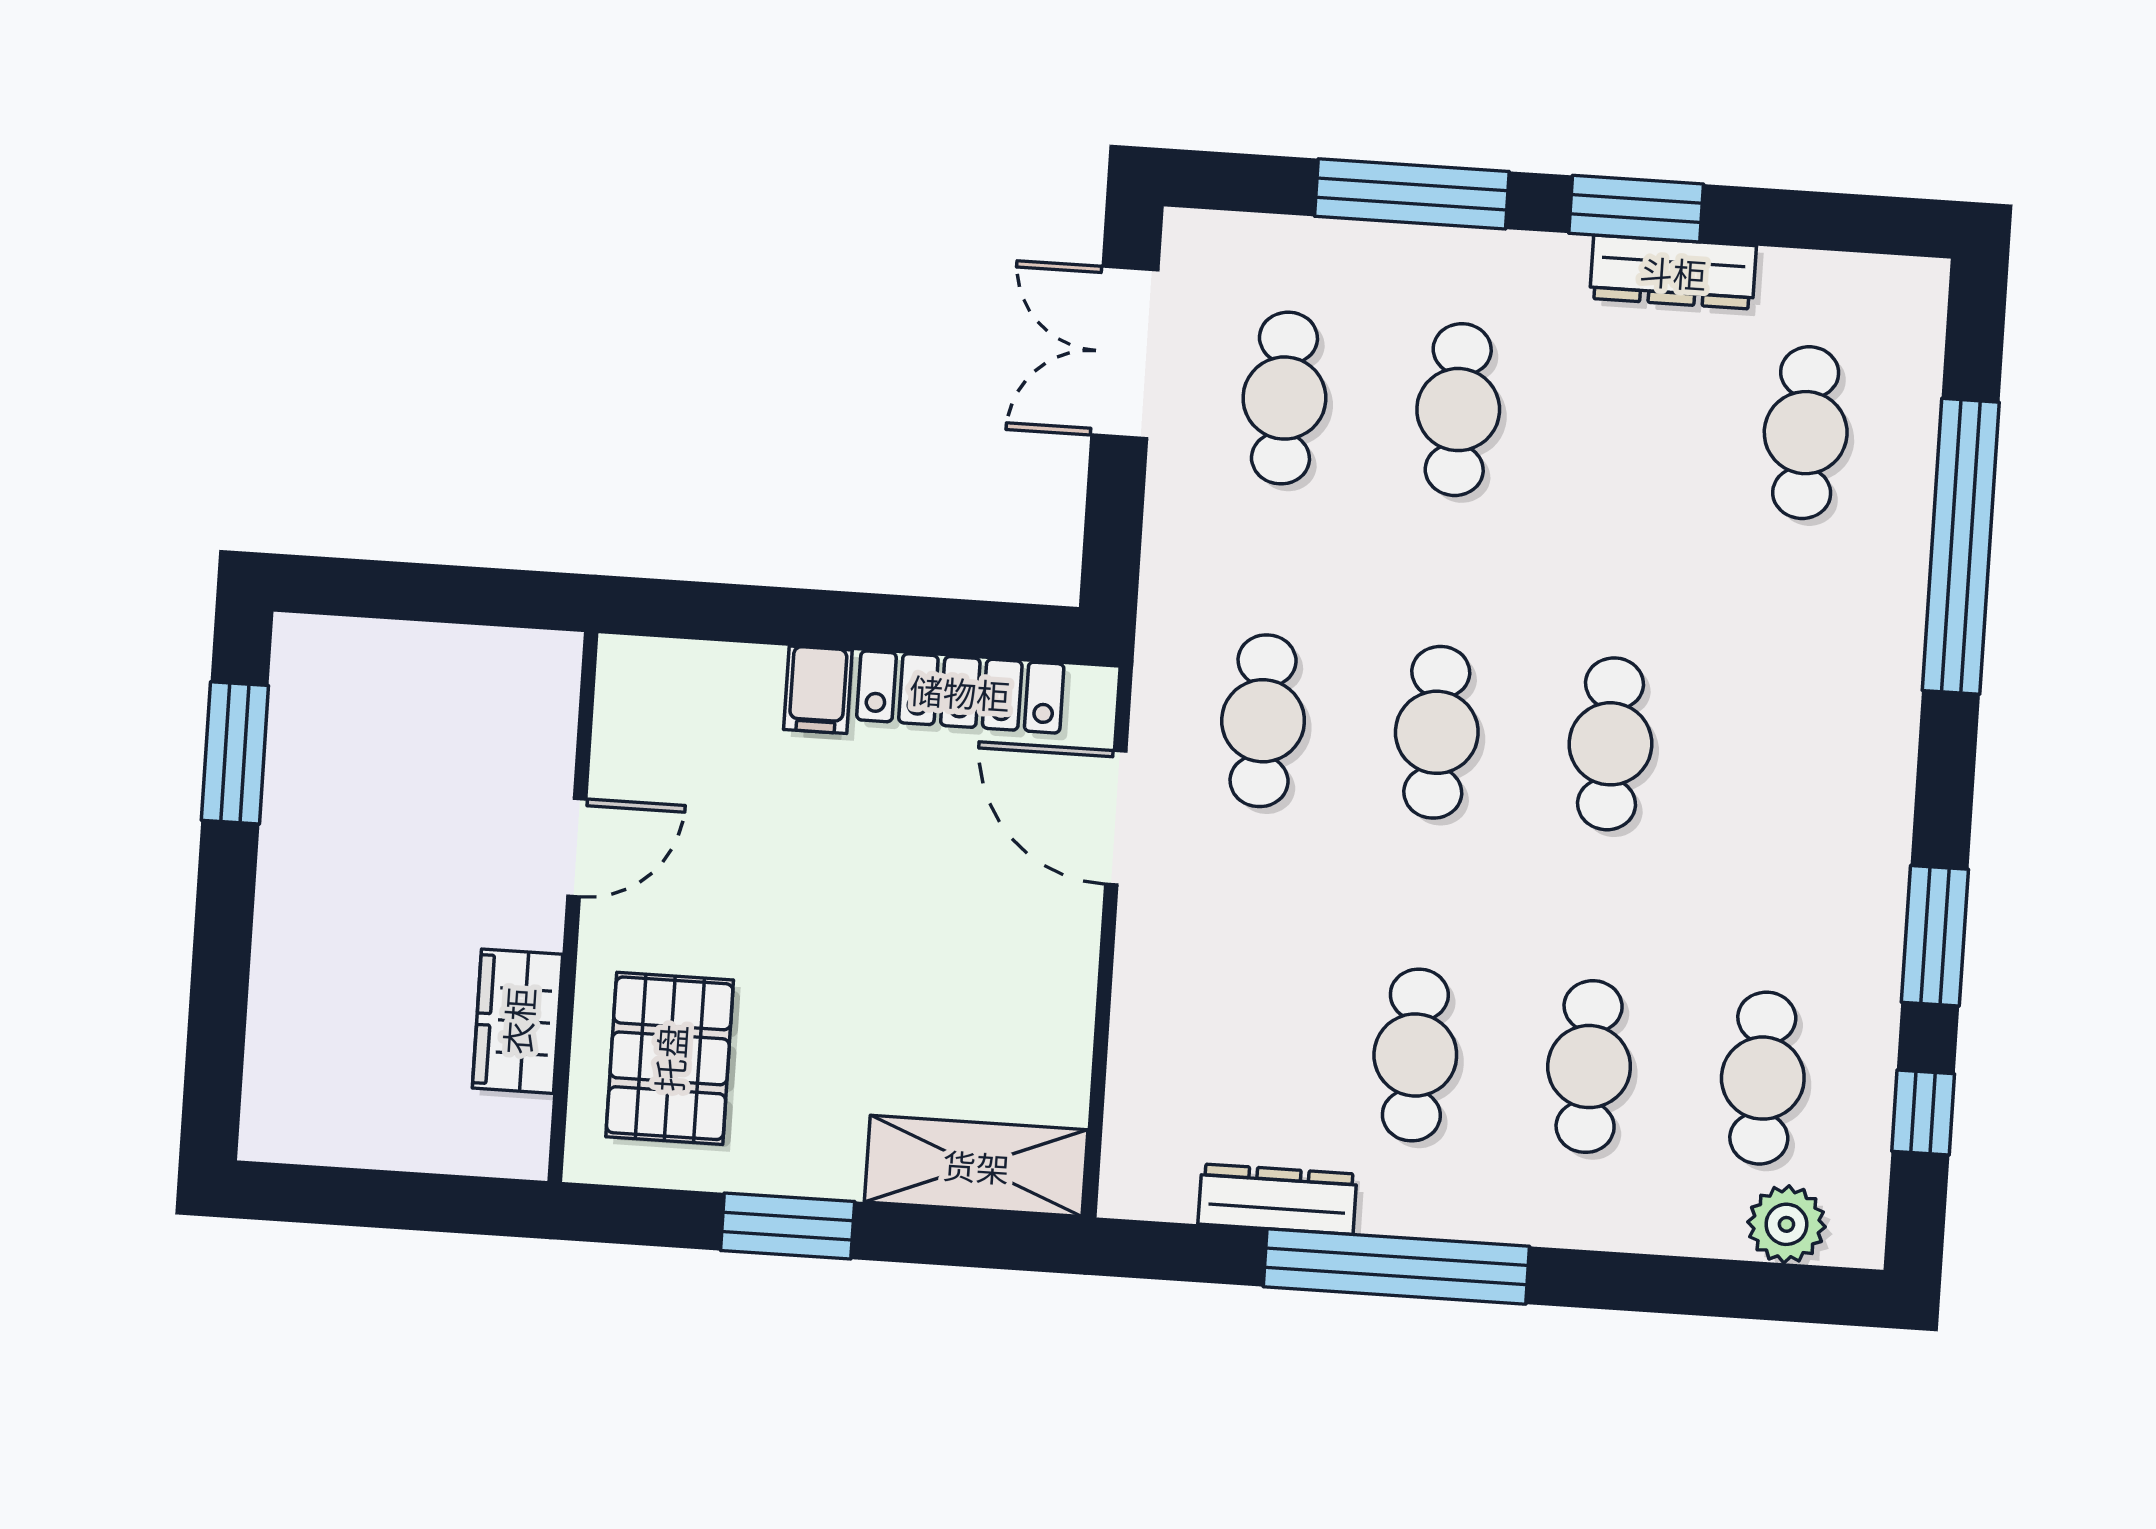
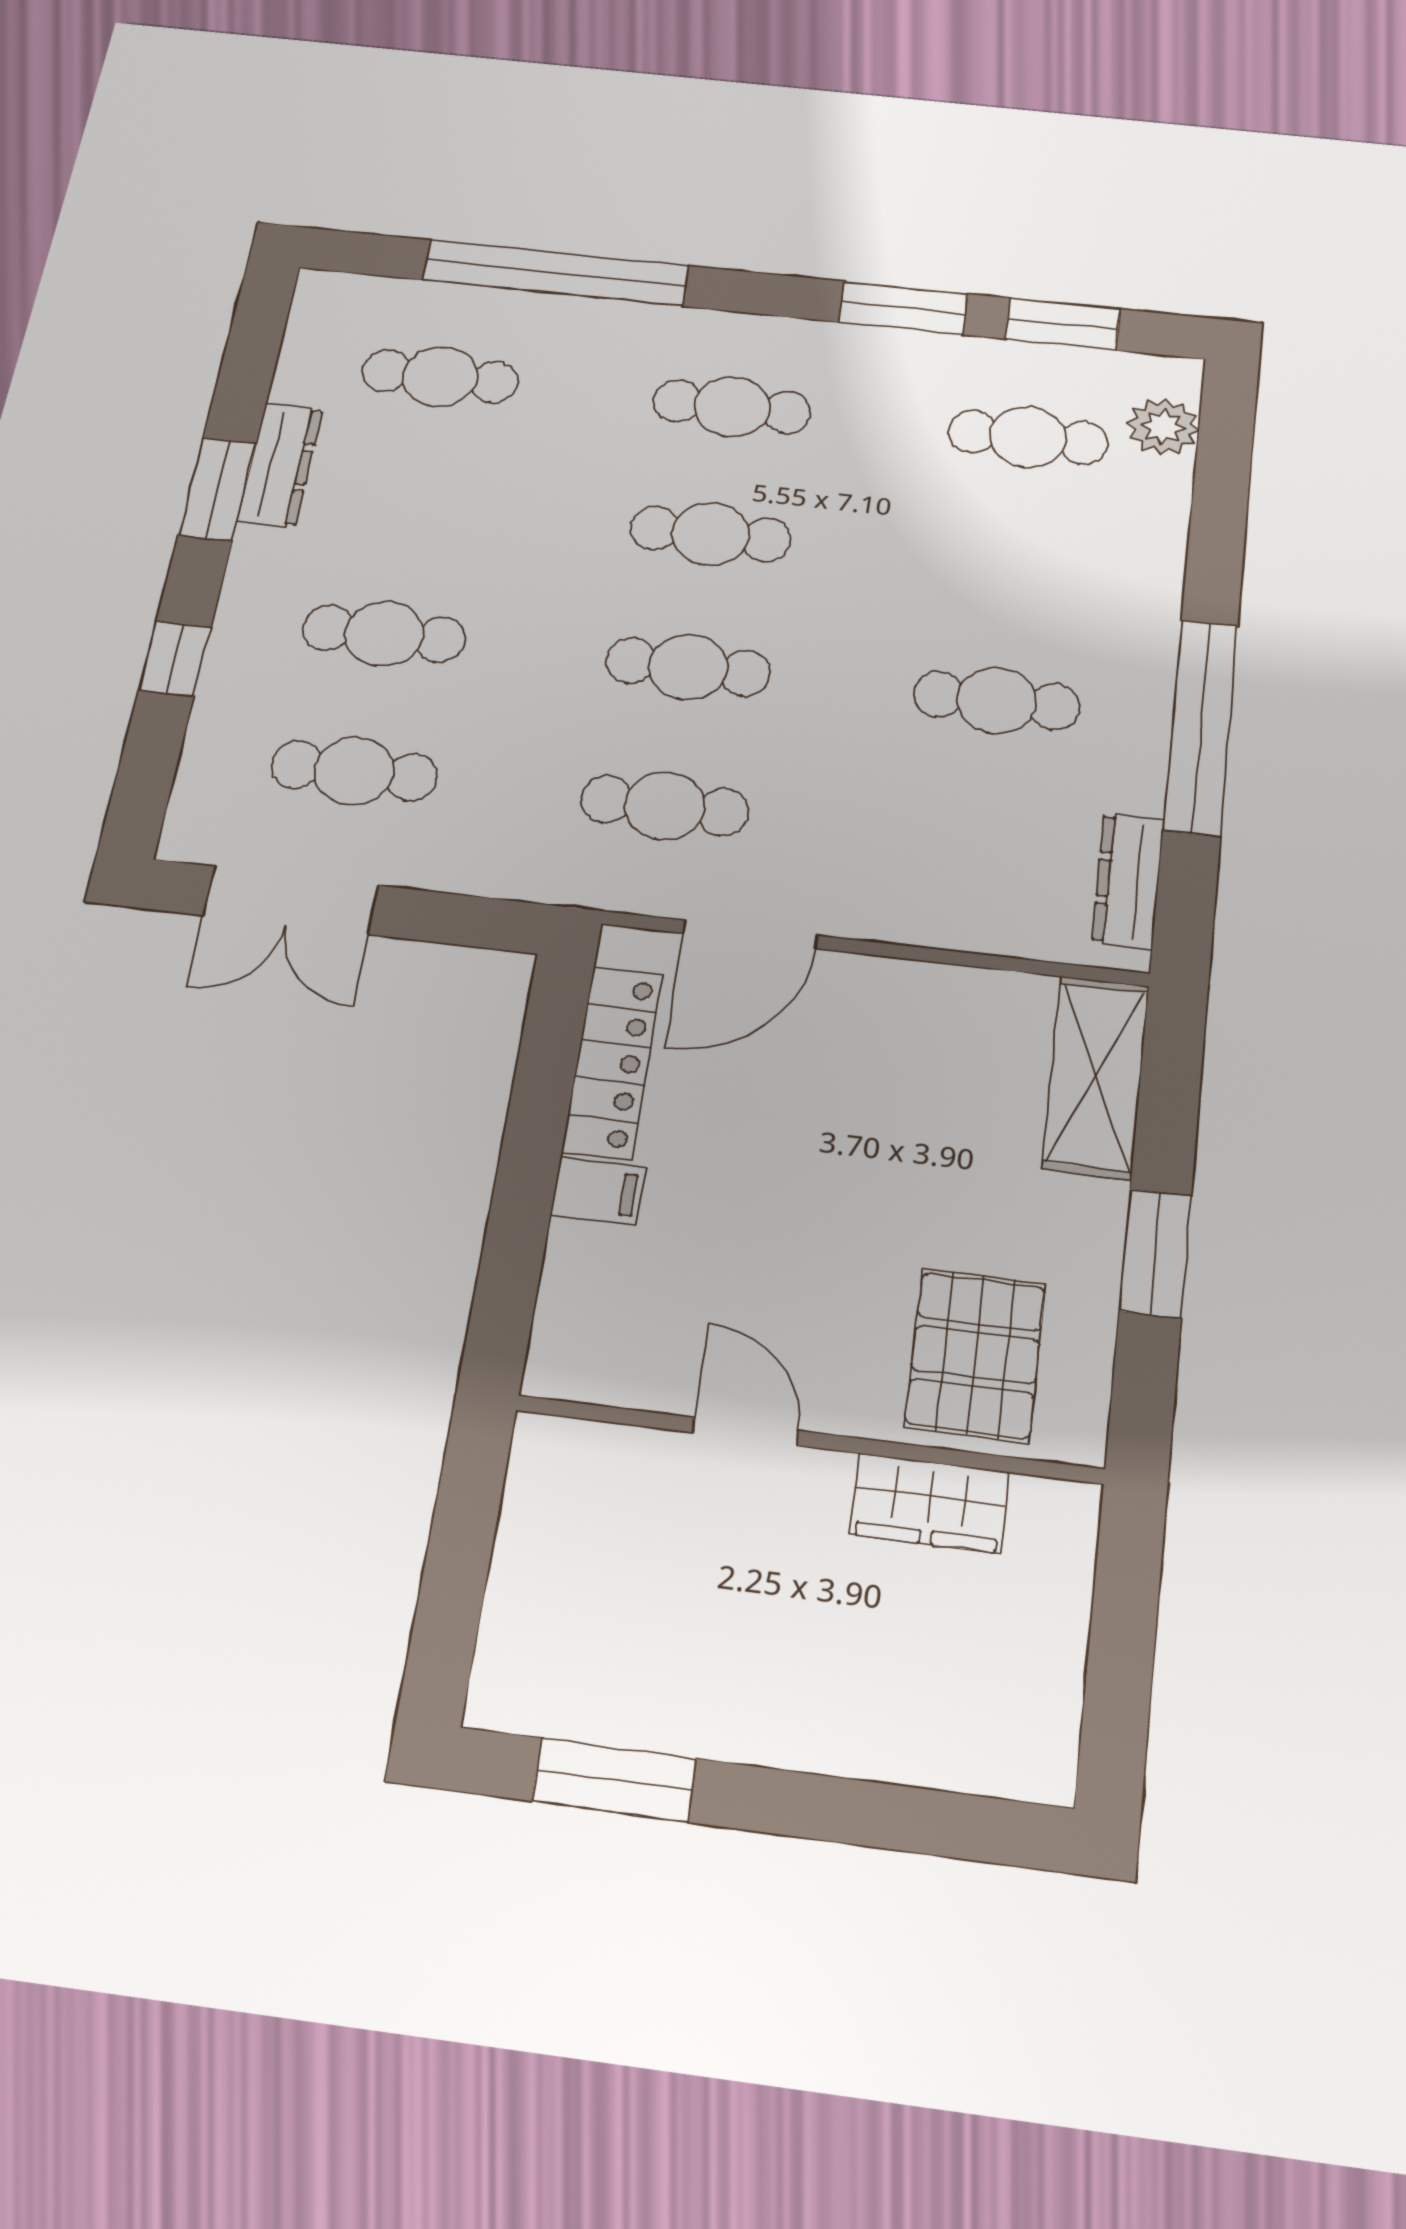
window: (1412, 194) -> (175, 659), width x0.46
pallet: (670, 1058) -> (975, 1355), turned 90
cafe table: (1589, 1067) -> (732, 407), moved
window: (1923, 1112) -> (1063, 324), width x1.50
dresser: (1277, 1199) -> (1128, 880), moved

